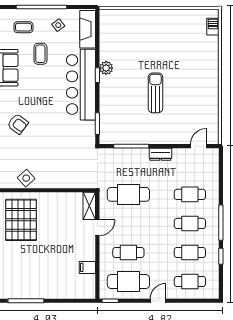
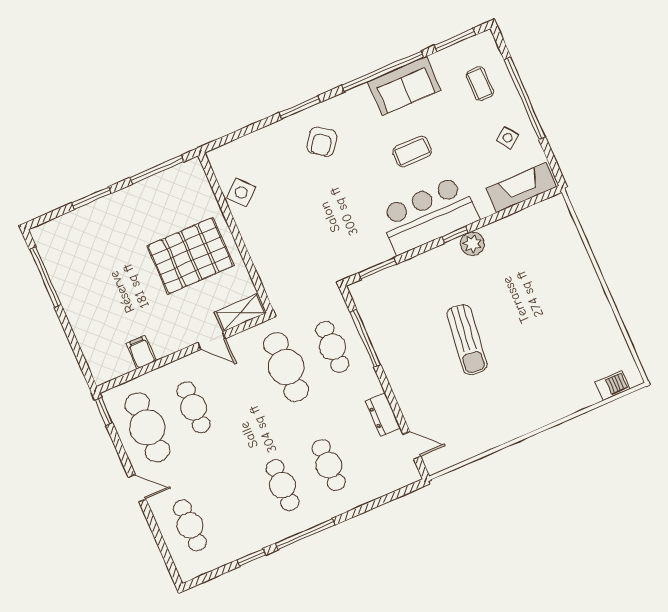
coffee table: (40, 54) -> (412, 152), moved
bar counter: (81, 85) -> (428, 215), width x0.73
sun lounger: (155, 93) -> (467, 340), turned 97
dresser: (160, 154) -> (383, 415), moved
pallet: (21, 220) -> (190, 256), moved
cafe table: (190, 252) -> (332, 347), moved

